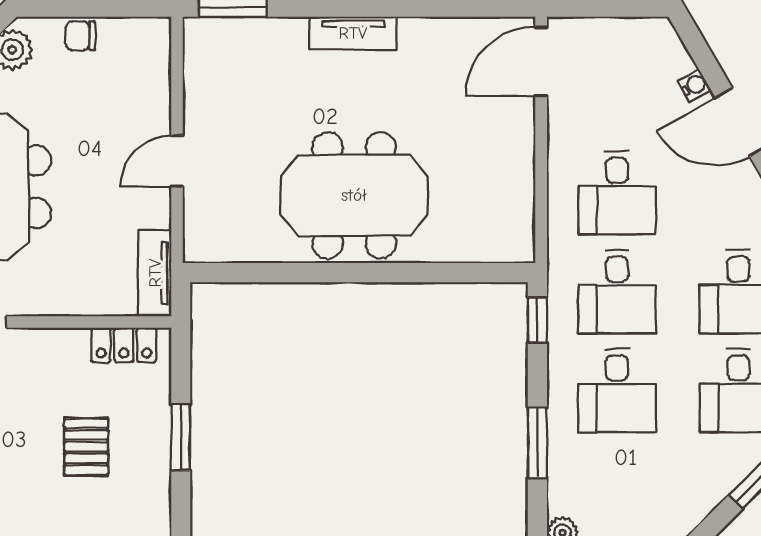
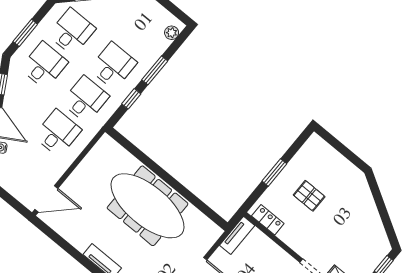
meeting table: (354, 195) -> (148, 206), width x1.36
window: (537, 320) -> (131, 99), moved
pallet: (86, 447) -> (309, 196), turned 90

